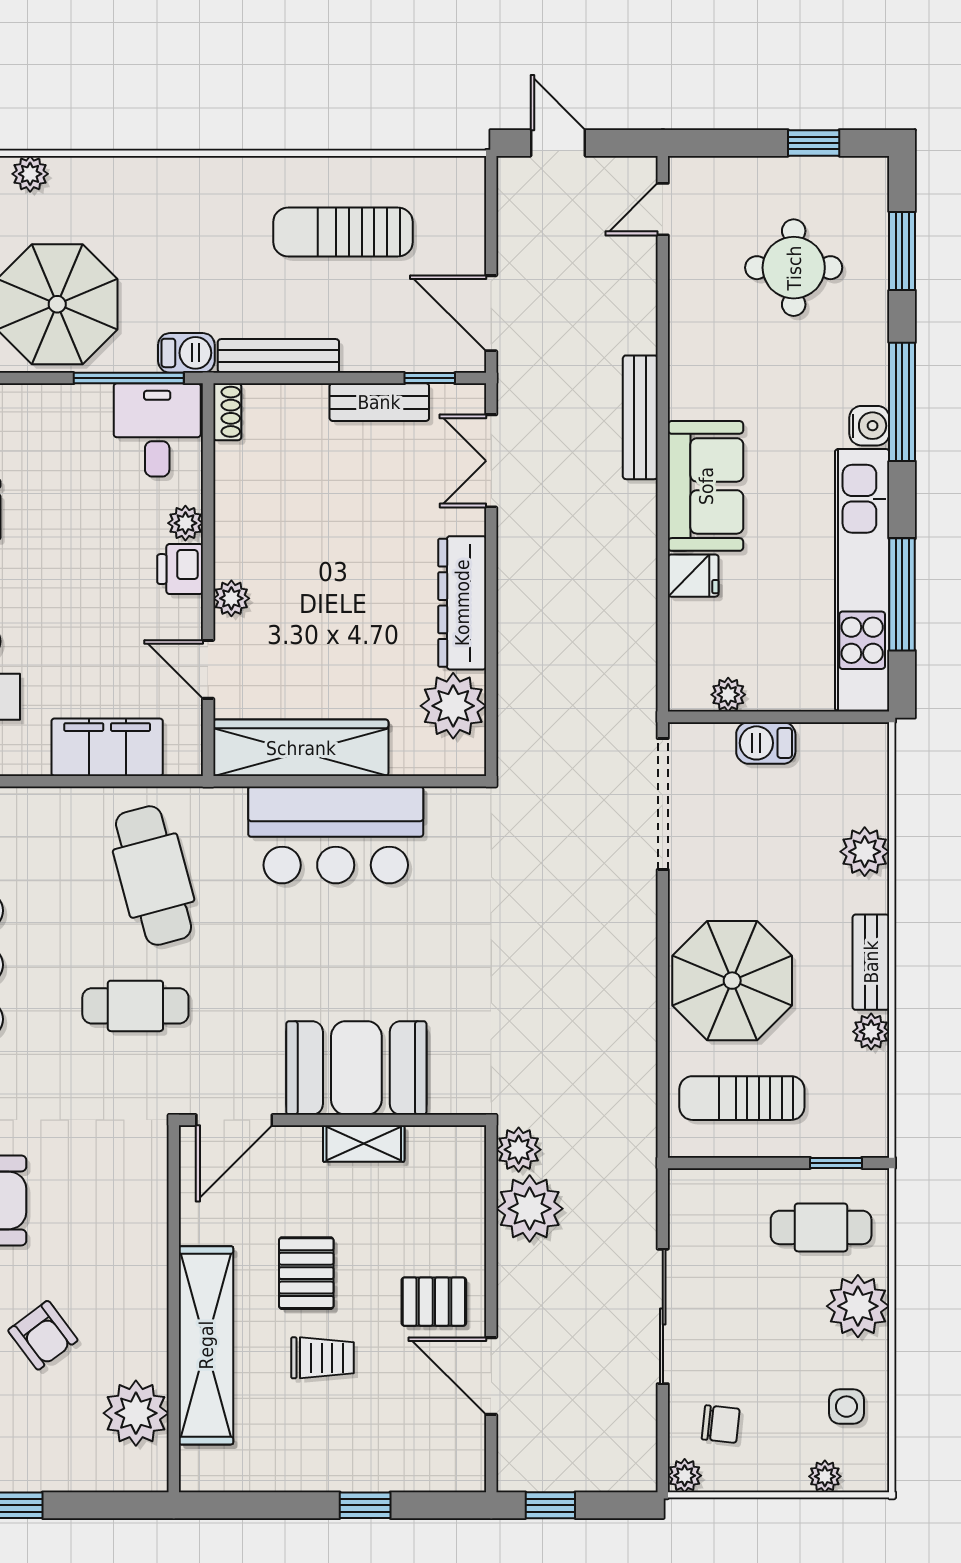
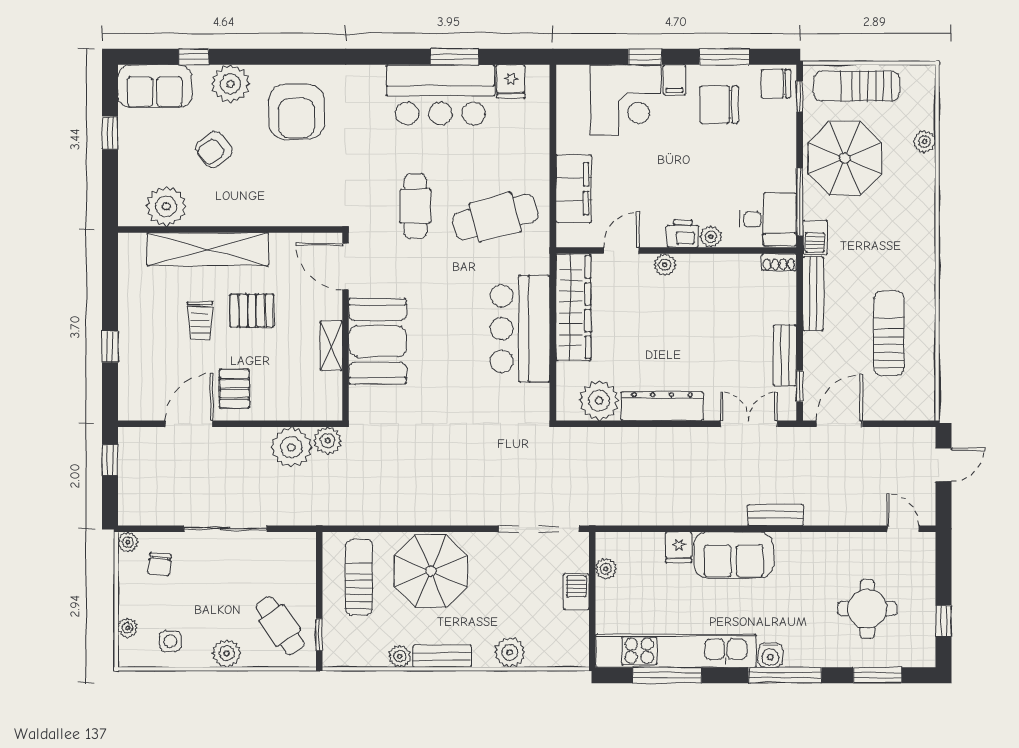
bench: (640, 417) -> (776, 515), width x0.73
cafe table: (821, 1227) -> (280, 626), turned -35
plant: (858, 1306) -> (227, 653), width x0.73, depth x0.73

